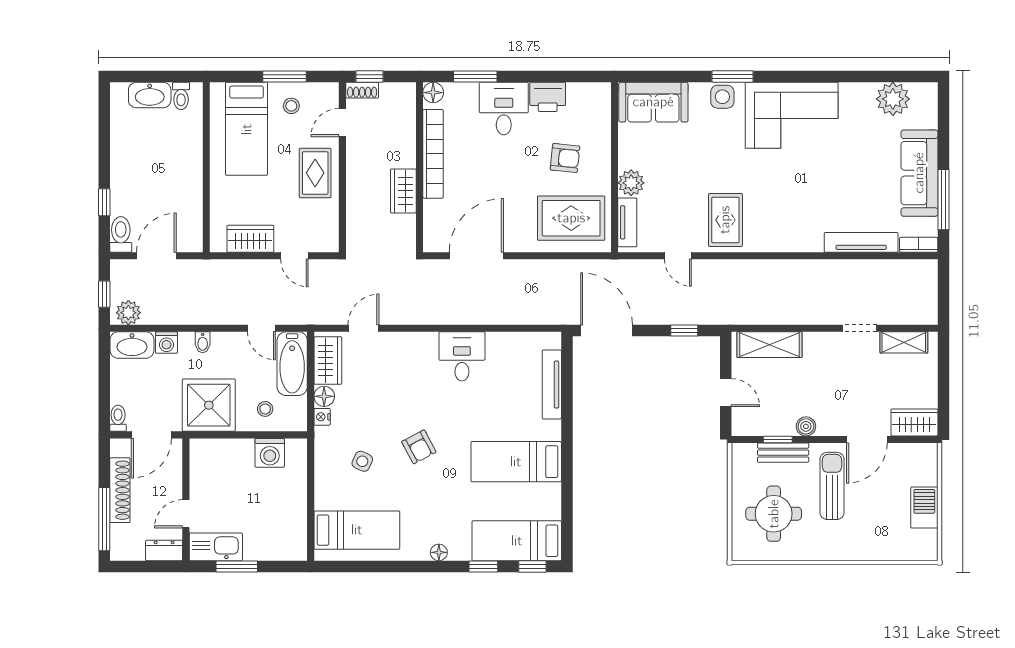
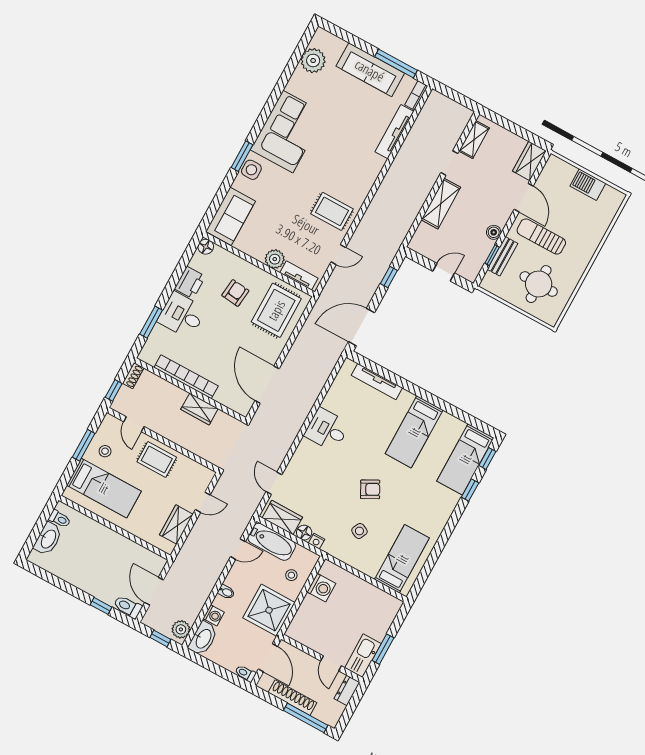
shoe rack: (362, 90) -> (133, 376), moved
floor lamp: (433, 93) -> (206, 247), moved
shelving: (769, 345) -> (441, 204), moved
floor lamp: (439, 552) -> (445, 514), removed

